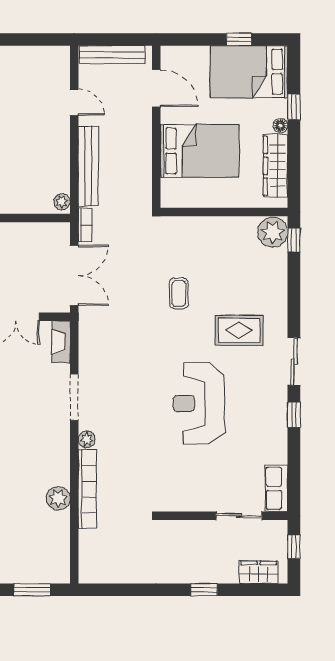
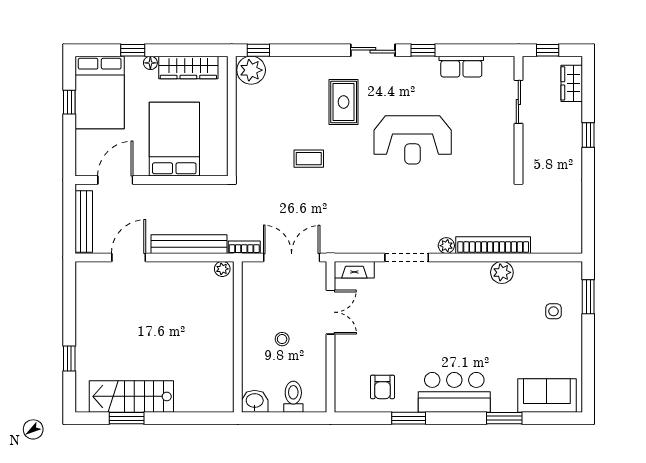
door: (74, 102) -> (129, 257), width x1.38
row of seats: (277, 488) -> (461, 67), moved
side table: (17, 553) -> (553, 311), added

